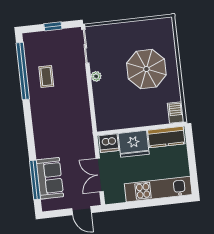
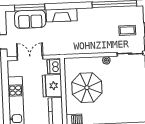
parasol: (146, 69) -> (87, 88), moved
coffee table: (46, 76) -> (127, 30), moved
fireplace: (42, 138) -> (62, 15), added

